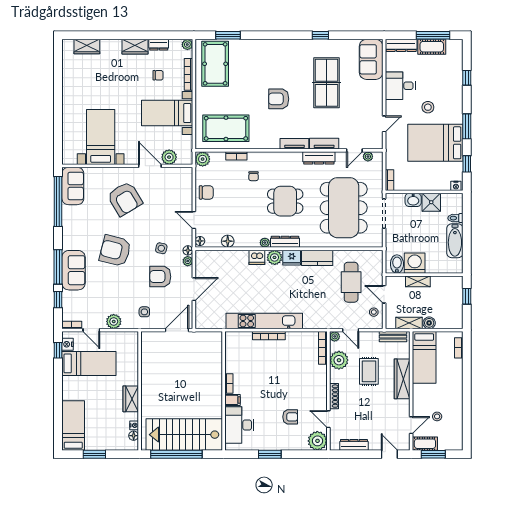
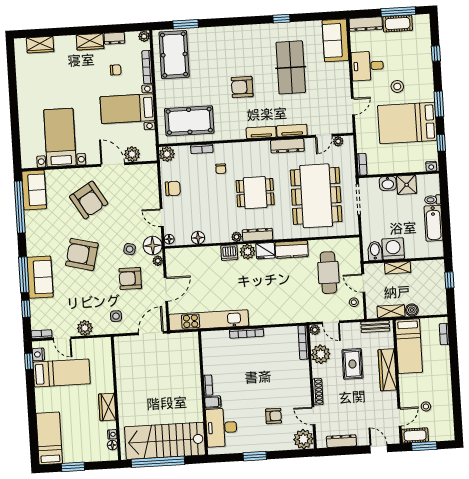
floor lamp: (188, 250) -> (153, 246), width x1.89, depth x1.89
kitchen unit: (264, 321) -> (209, 320), moved

